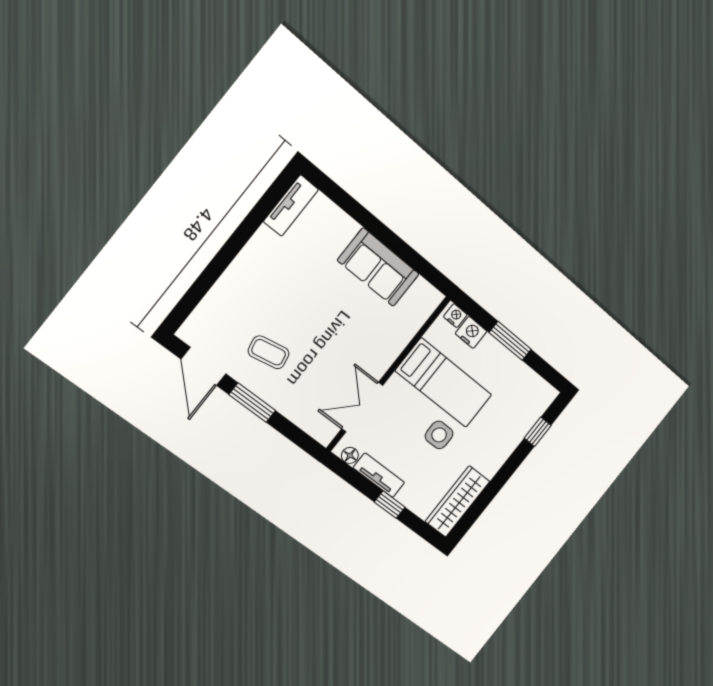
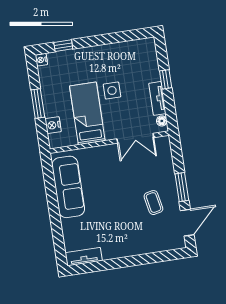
sofa: (378, 267) -> (68, 187), width x1.36
nightstand: (455, 316) -> (41, 60), moved
wardrobe: (457, 501) -> (133, 49), removed

